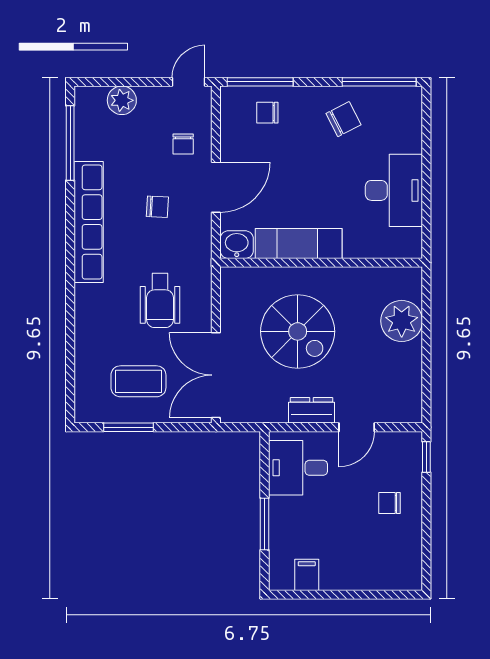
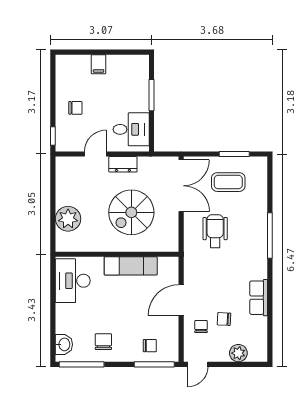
chair: (344, 119) -> (103, 342), turned 117
window: (70, 143) -> (270, 235), moved
desk: (394, 190) -> (73, 281), moved
chair: (157, 207) -> (224, 319), moved
row of seats: (89, 222) -> (259, 298), width x0.50
washbasin: (237, 245) -> (64, 344), moved, turned -90
spiral stairs: (298, 331) -> (131, 212), turned -90
filing cabinet: (307, 575) -> (99, 64), moved

